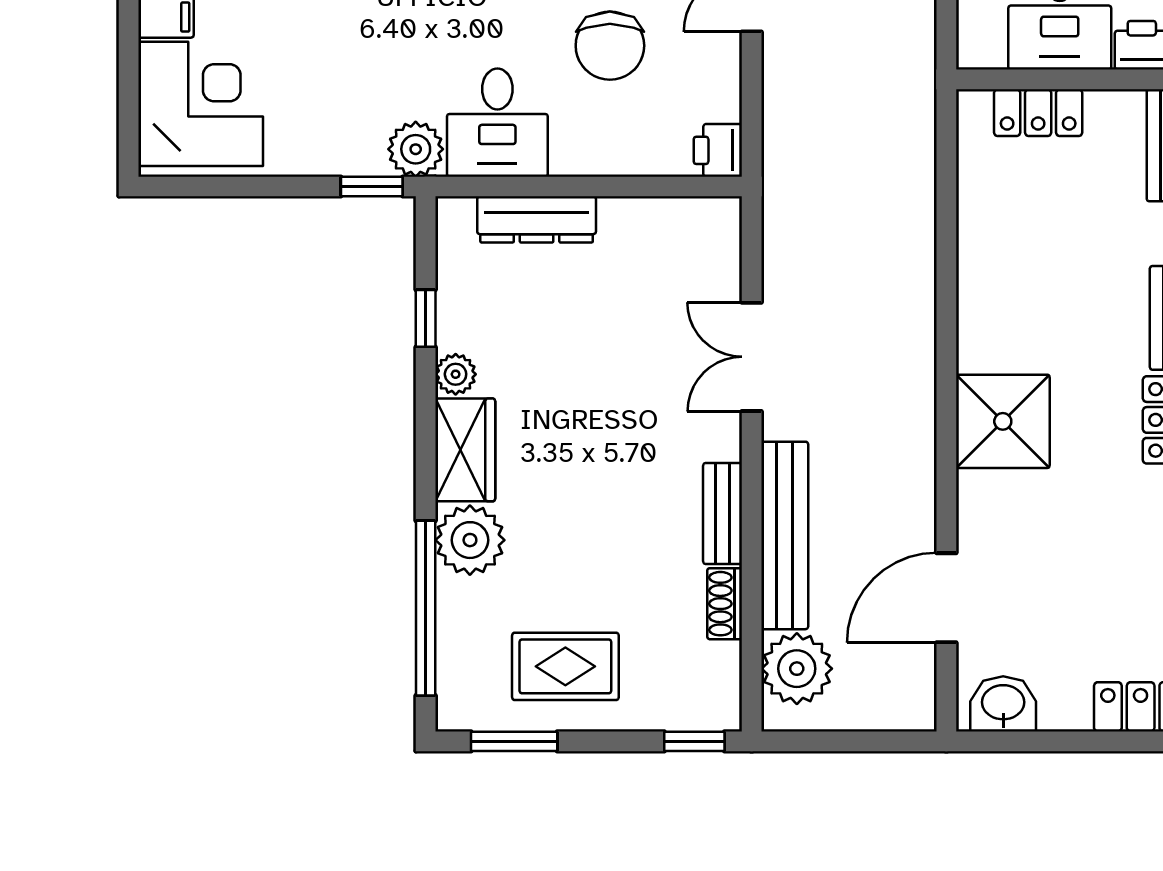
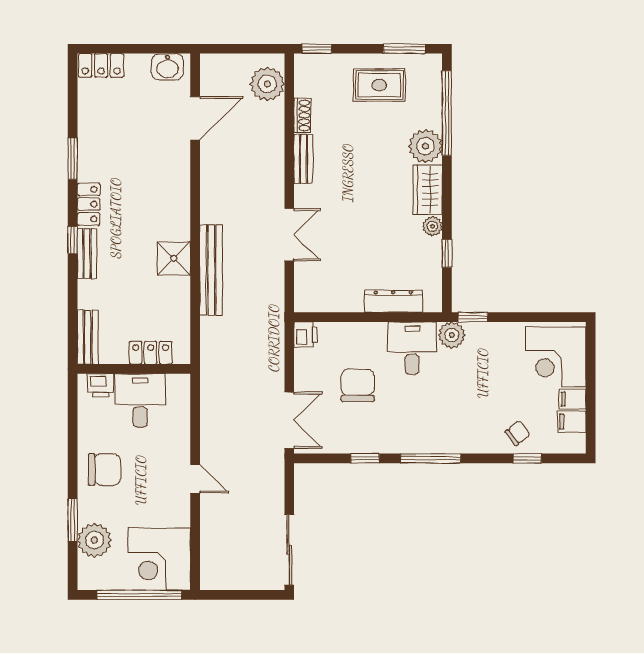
shower: (1003, 421) -> (174, 258), moved, width x0.73, depth x0.73
bench: (785, 535) -> (211, 270), moved

